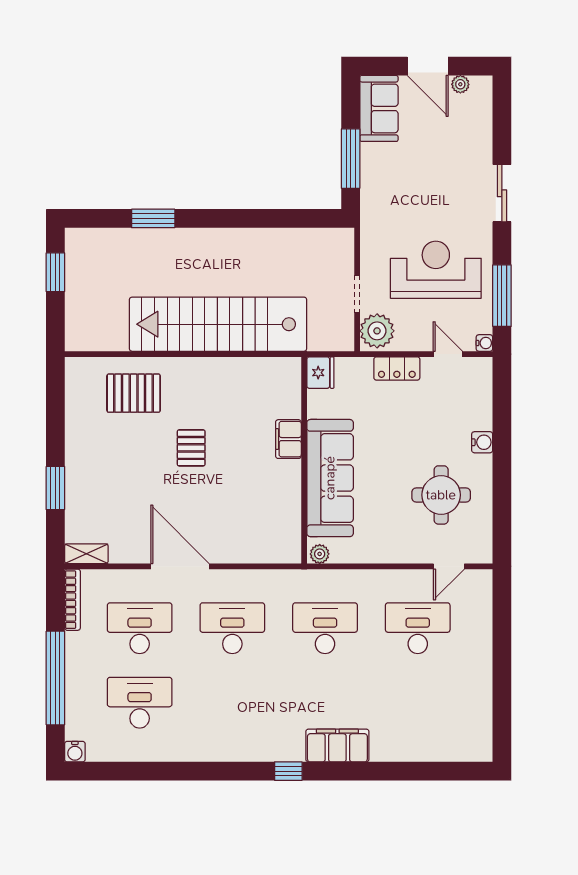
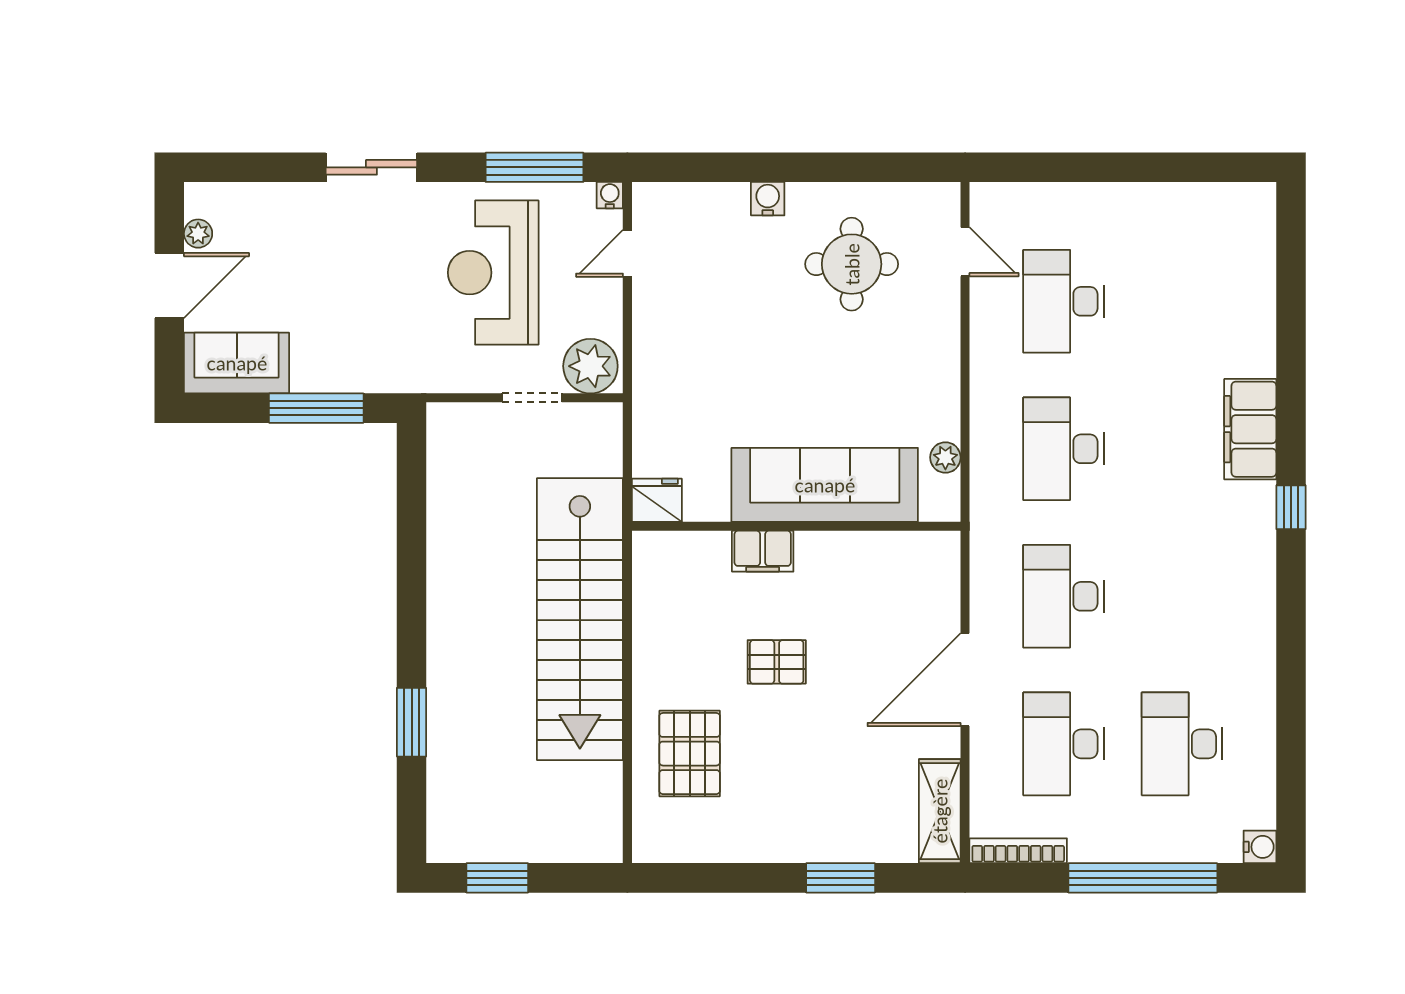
locker: (397, 368) -> (650, 335), removed
fridge: (320, 373) -> (657, 500), moved
filing cabinet: (288, 439) -> (763, 551), moved
wall: (304, 460) -> (796, 526), moved
sofa: (330, 478) -> (825, 485), moved
shelving: (86, 554) -> (940, 811), width x1.50, depth x1.33

